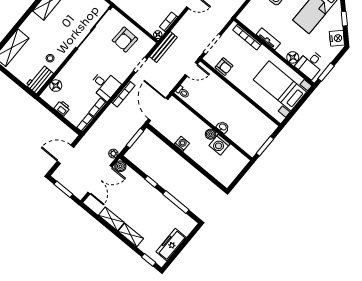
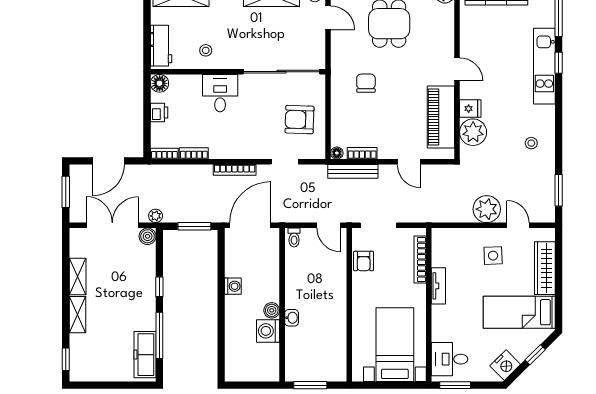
bench: (163, 47) -> (353, 171), moved
floor lamp: (293, 57) -> (440, 332), removed
workbench: (40, 79) -> (161, 46), moved, turned 90
desk: (105, 85) -> (220, 93), moved, turned 180
floor lamp: (56, 86) -> (160, 83), moved
door: (65, 154) -> (109, 161), swing flipped
double door: (100, 180) -> (112, 225), swing flipped
freezer: (171, 245) -> (145, 355), moved, turned -90

